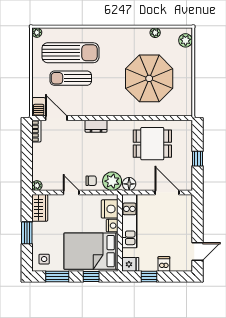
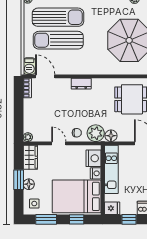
sun lounger: (71, 78) -> (58, 40), width x1.36, depth x1.34
floor lamp: (38, 238) -> (29, 184), added

